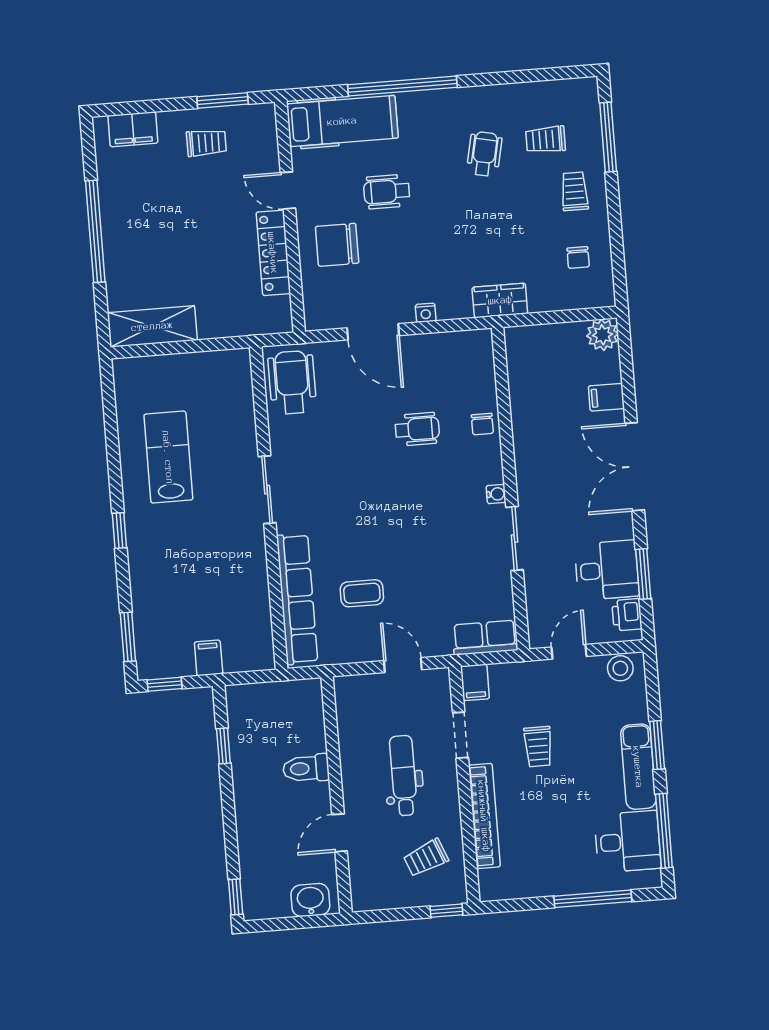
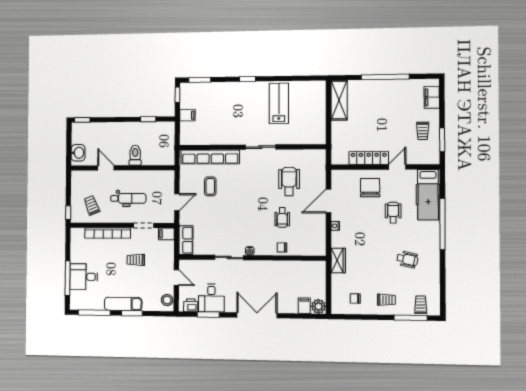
trolley: (546, 140) -> (421, 305), moved
wheelchair: (292, 382) -> (289, 181), moved, turned -90
filing cabinet: (606, 397) -> (304, 306), moved
lab bench: (168, 457) -> (279, 103), turned -90
desk: (628, 842) -> (84, 277), moved, turned 90

